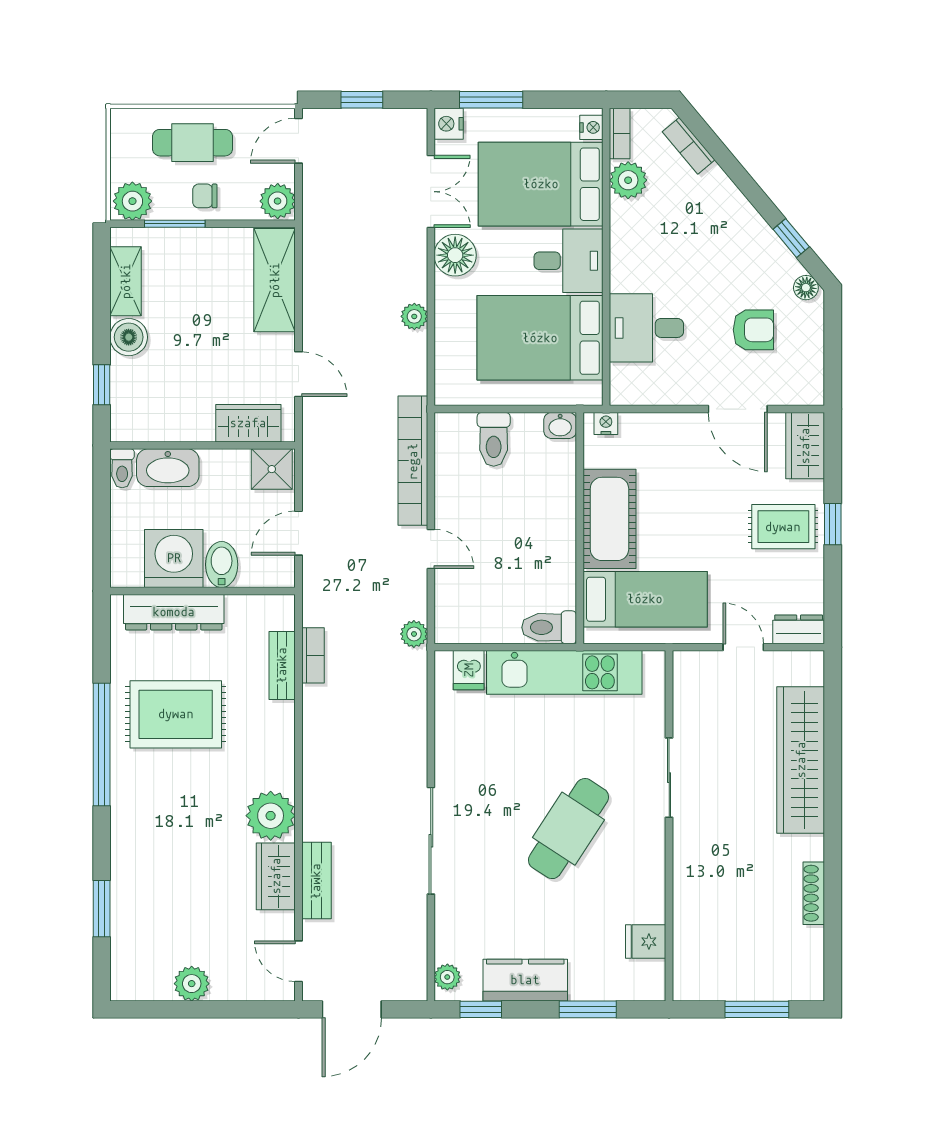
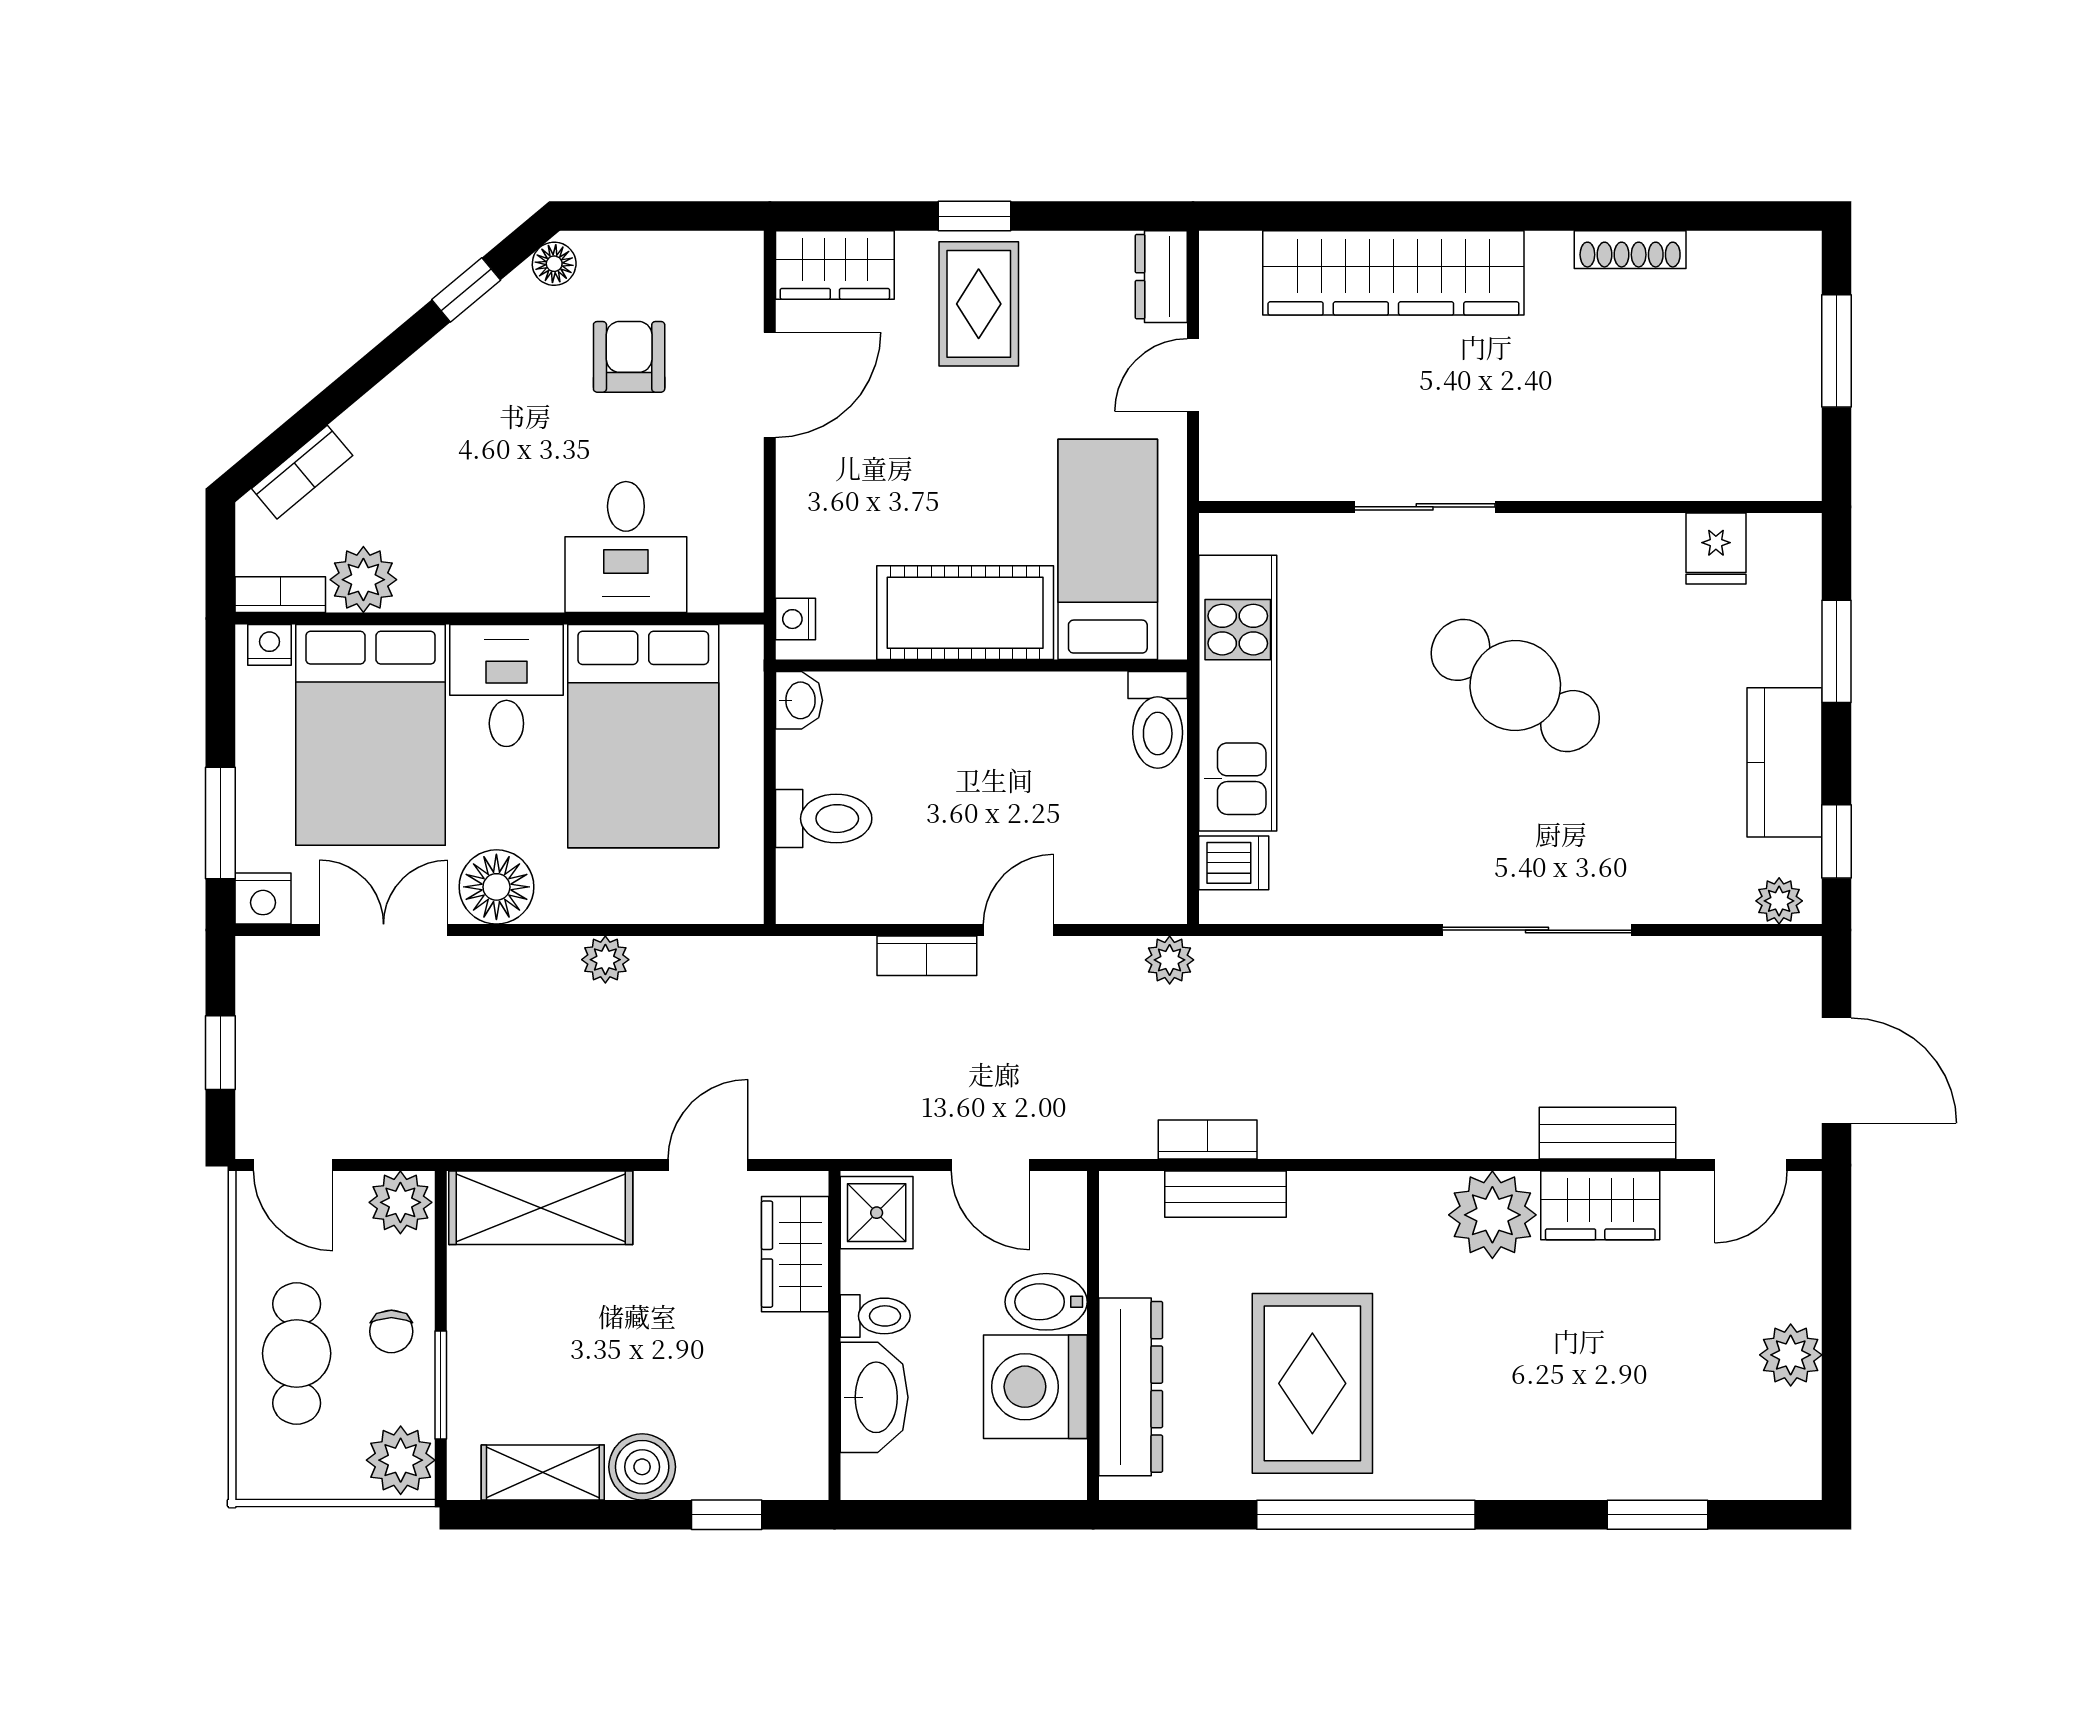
bookcase: (413, 461) -> (927, 956), width x0.43, depth x0.76
toilet: (122, 468) -> (875, 1316), moved

